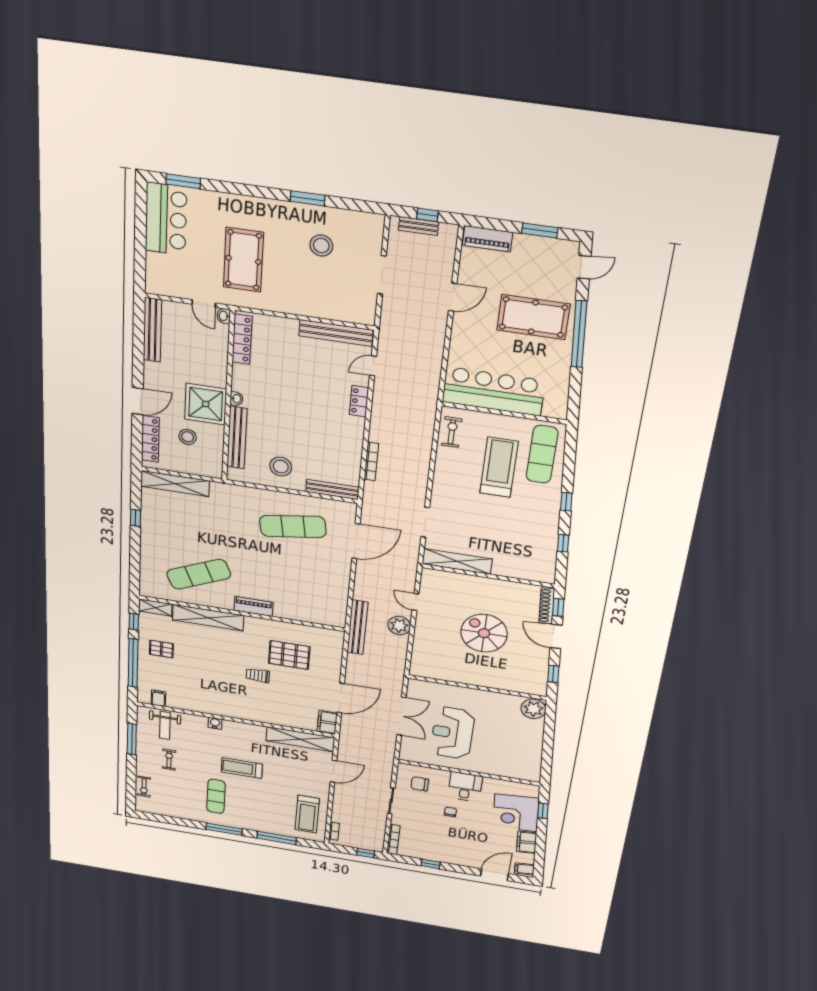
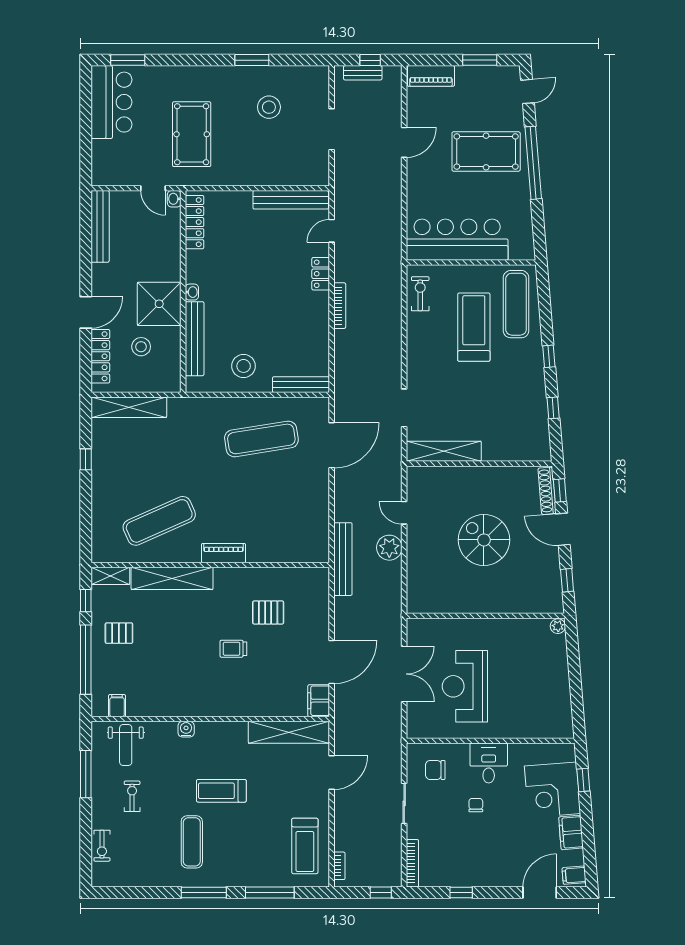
bookcase: (371, 461) -> (340, 306), moved
pallet: (289, 655) -> (268, 612), width x0.67, depth x0.71
plant: (533, 709) -> (558, 626), width x0.53, depth x0.53

